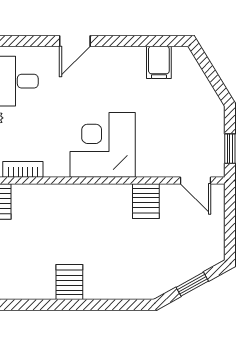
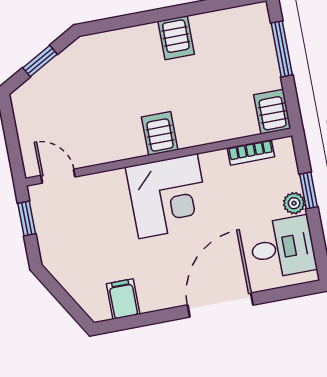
door: (75, 41) -> (220, 305), width x1.88
server rack: (146, 201) -> (160, 133), moved

